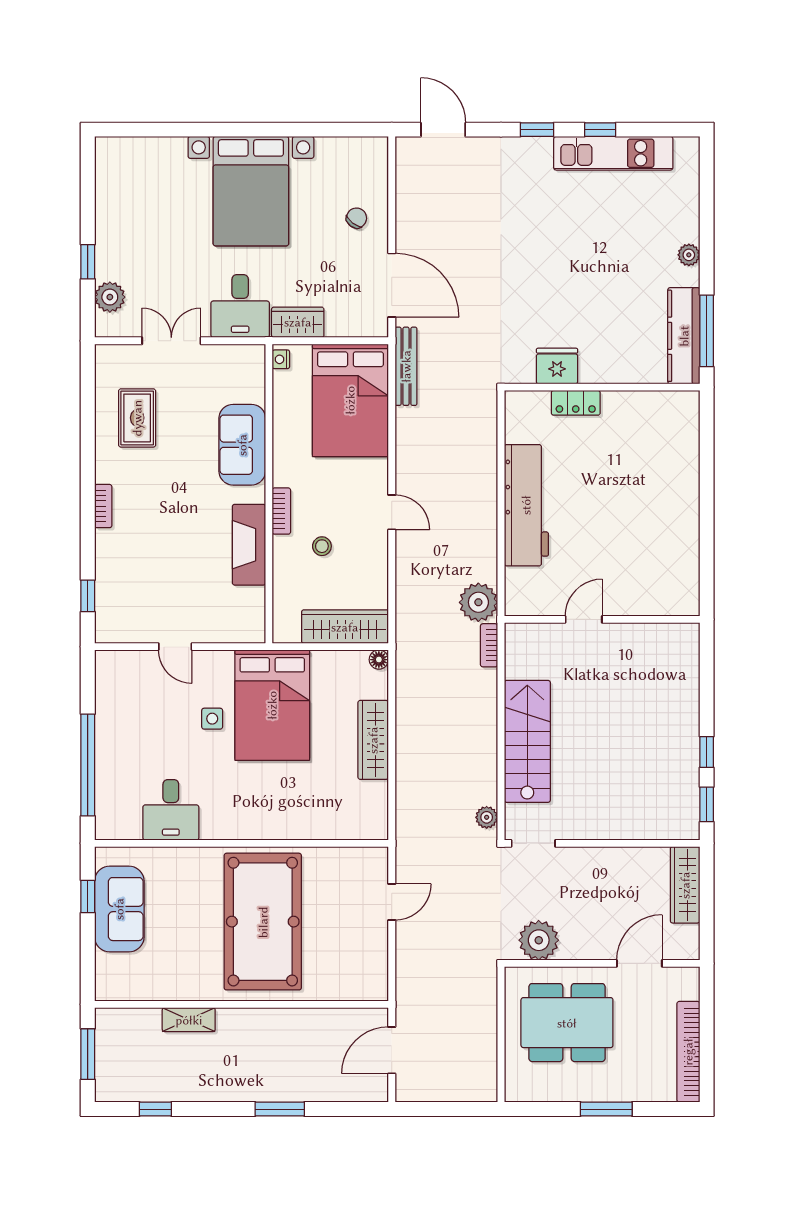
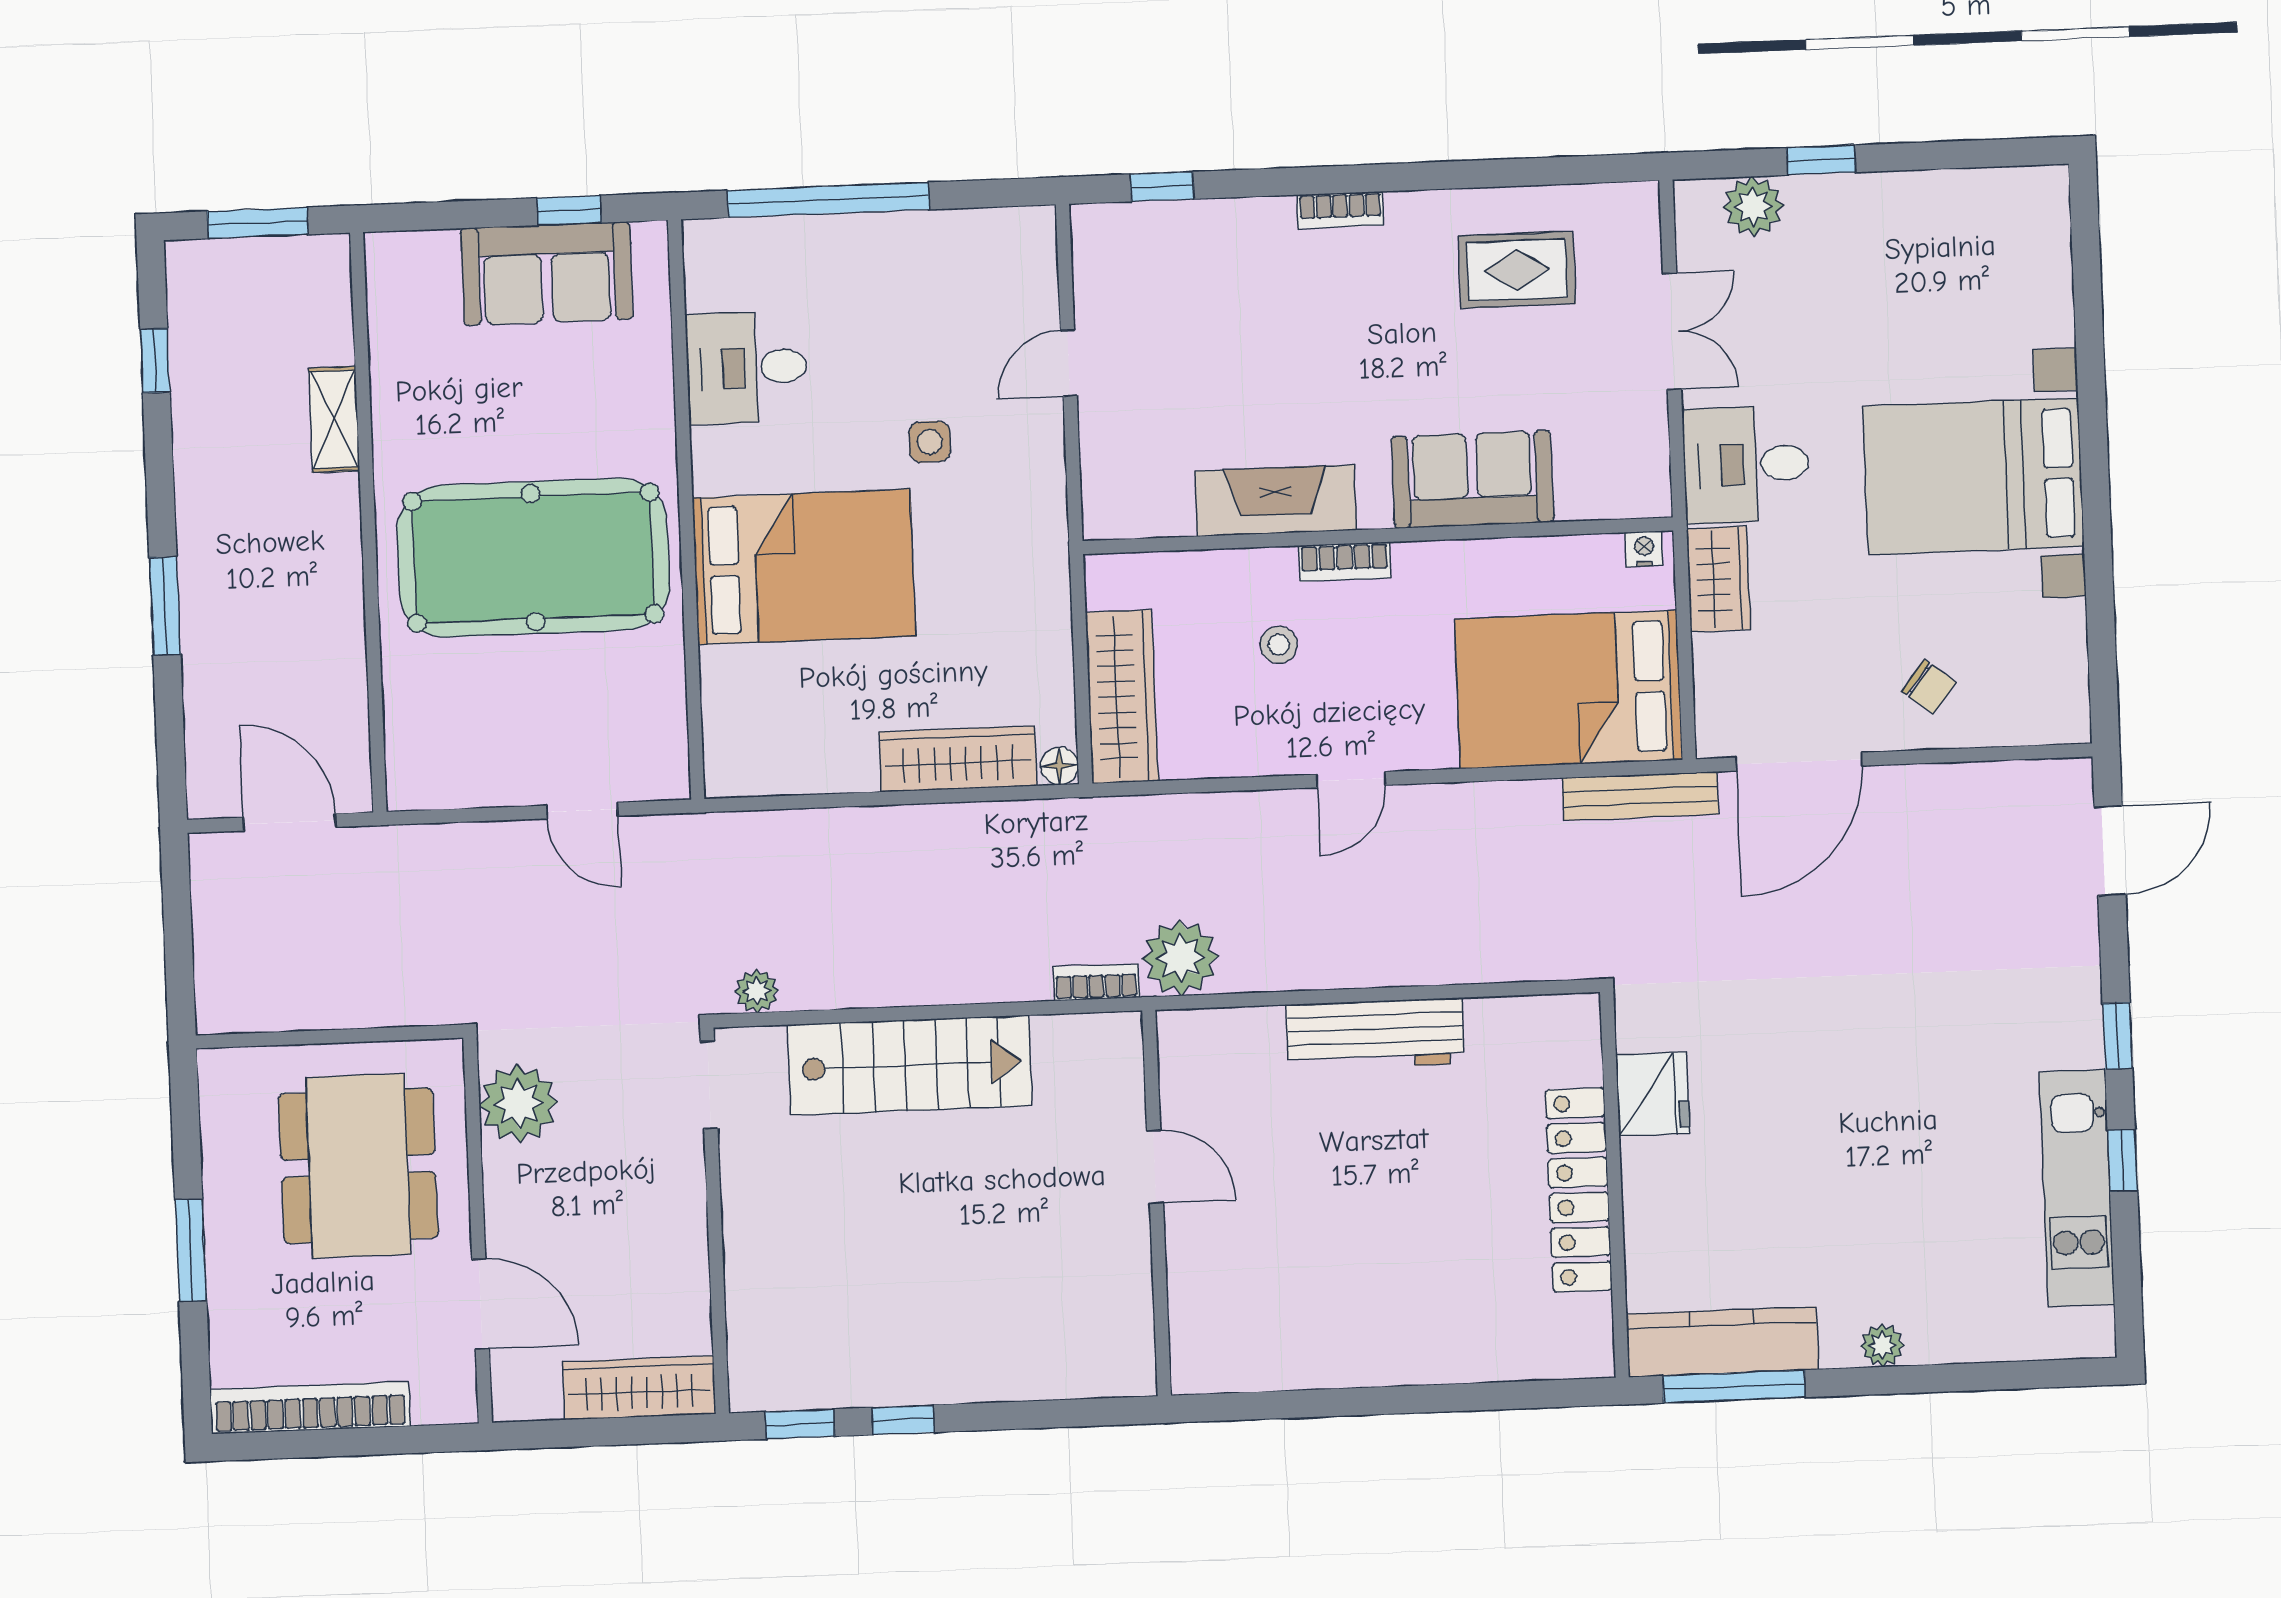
locker: (576, 403) -> (1579, 1190), width x2.16, depth x1.21
workbench: (526, 505) -> (1375, 1034), width x0.73, depth x0.76
bed: (272, 705) -> (804, 567), moved, turned 180
wardrobe: (373, 740) -> (958, 759), moved

